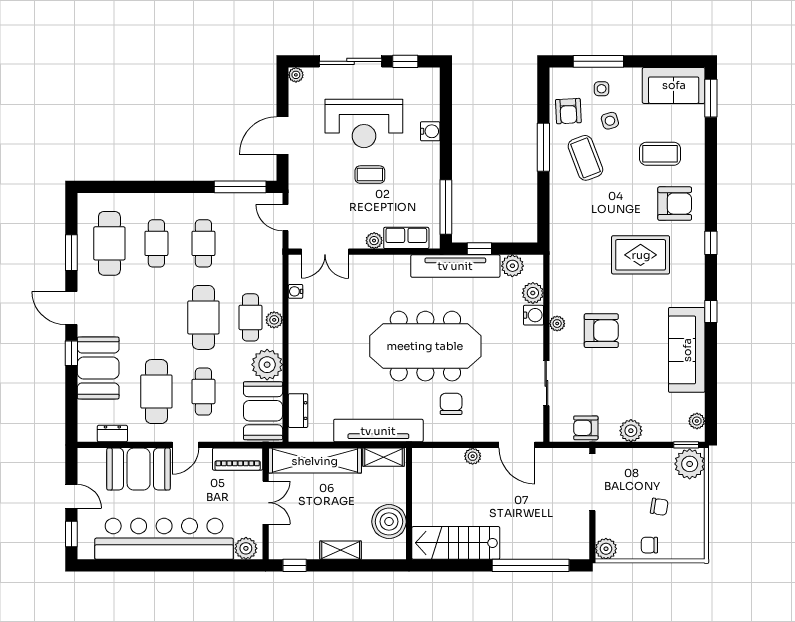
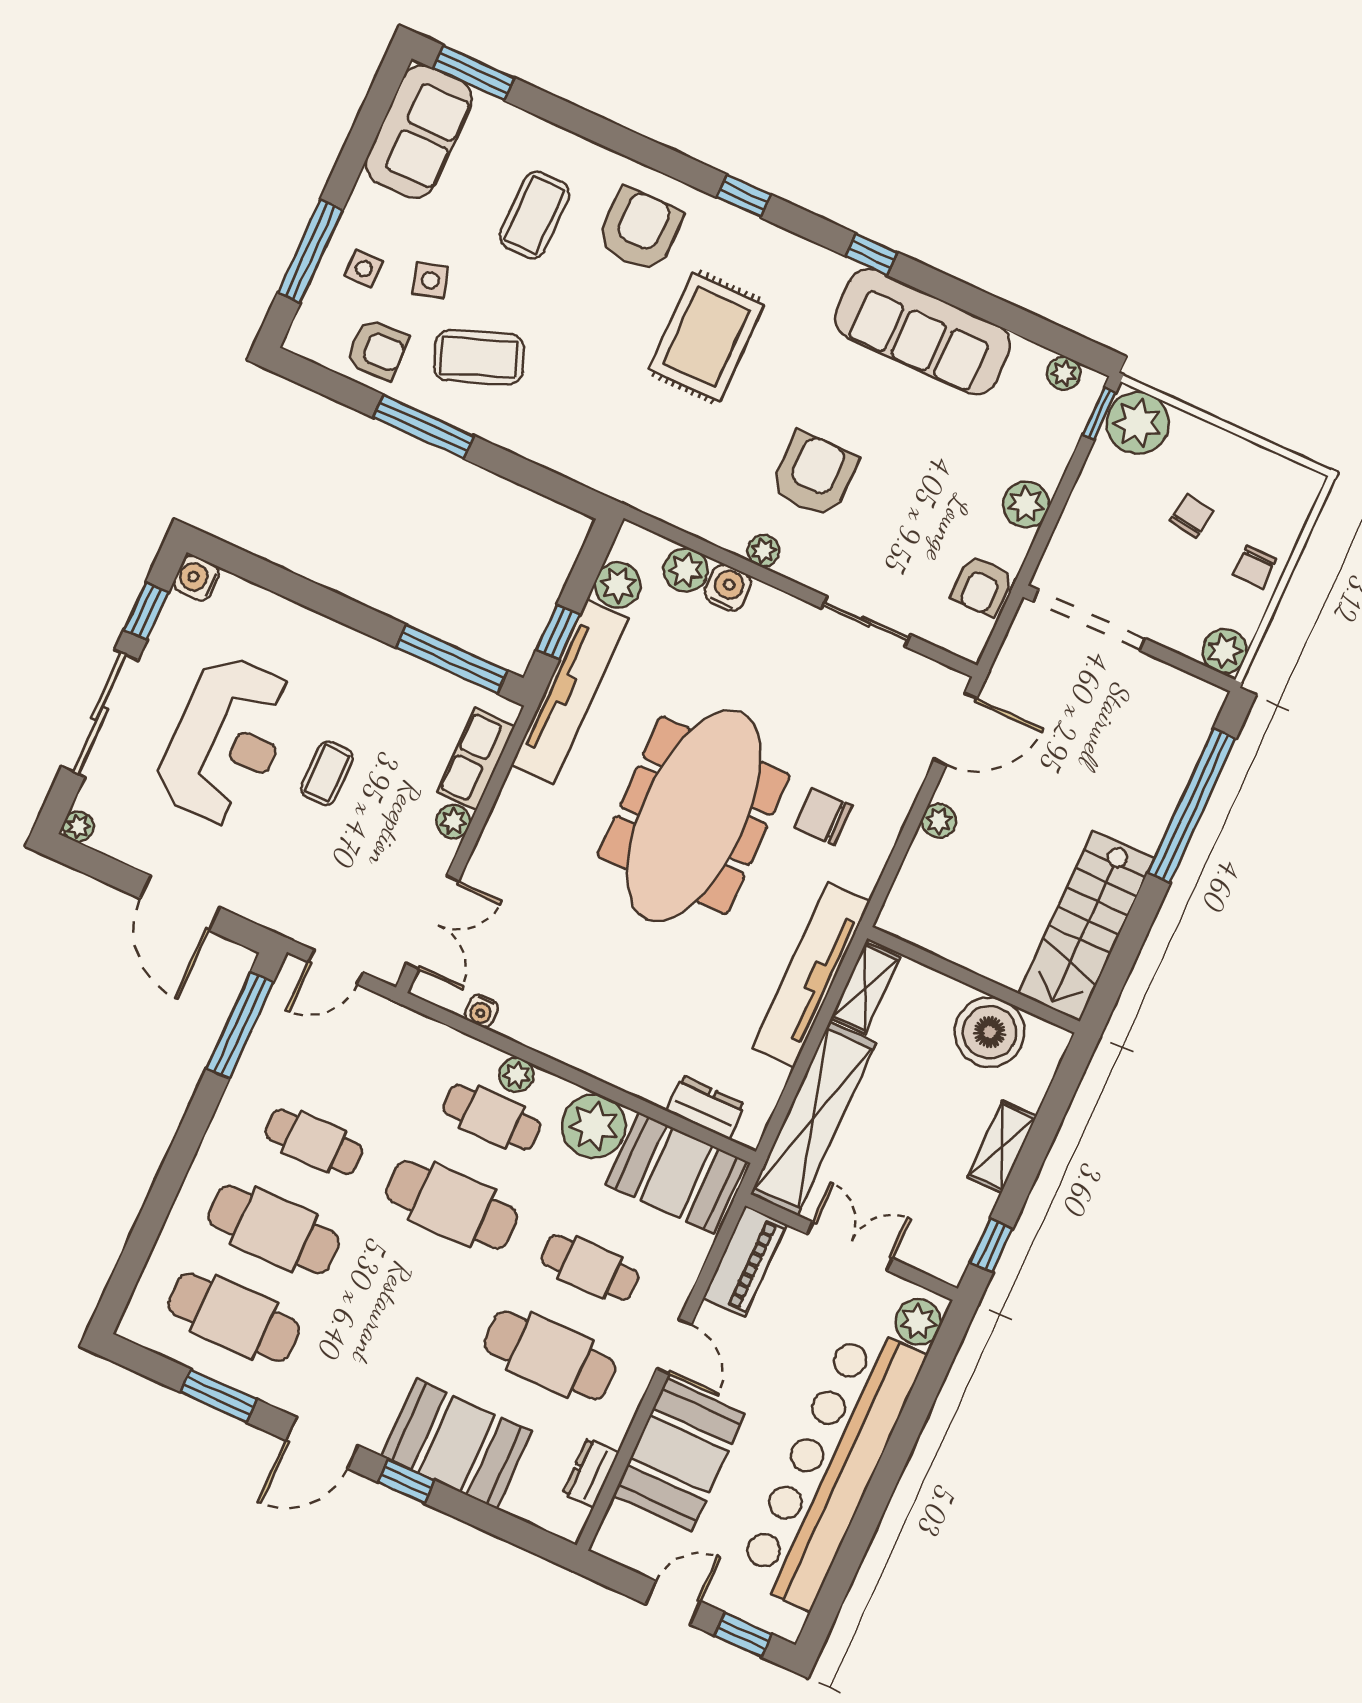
water cooler: (430, 131) -> (196, 578), moved, turned -90
cafe table: (156, 243) -> (274, 1229), width x1.37, depth x1.35

